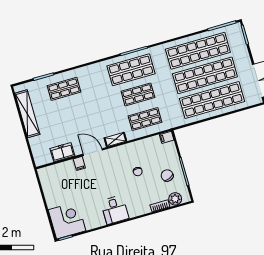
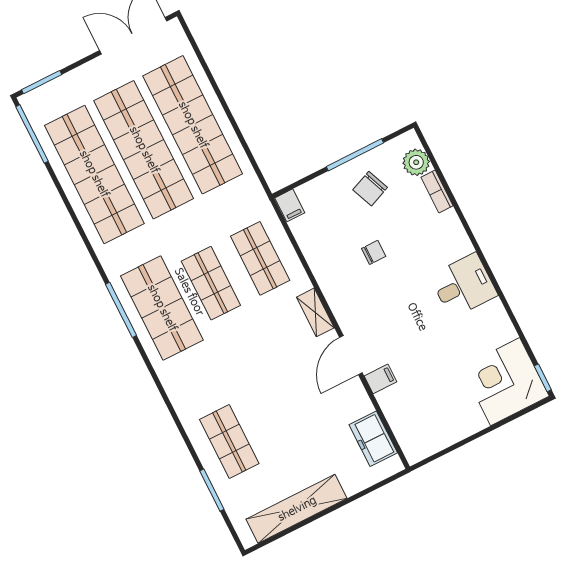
freezer: (62, 152) -> (373, 439), moved

